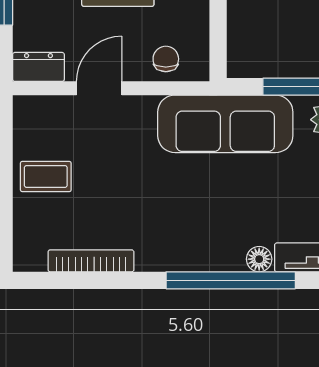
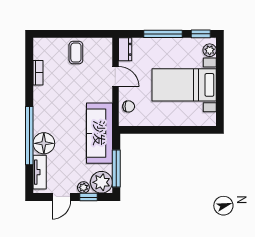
floor lamp: (259, 259) -> (44, 143), width x1.89, depth x1.89
bookcase: (91, 261) -> (38, 73), width x0.64

